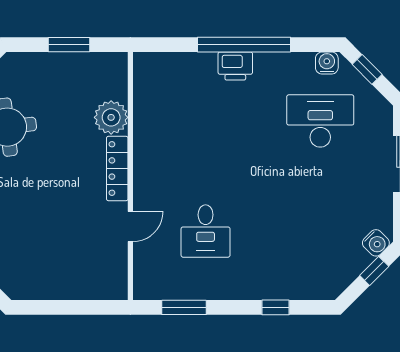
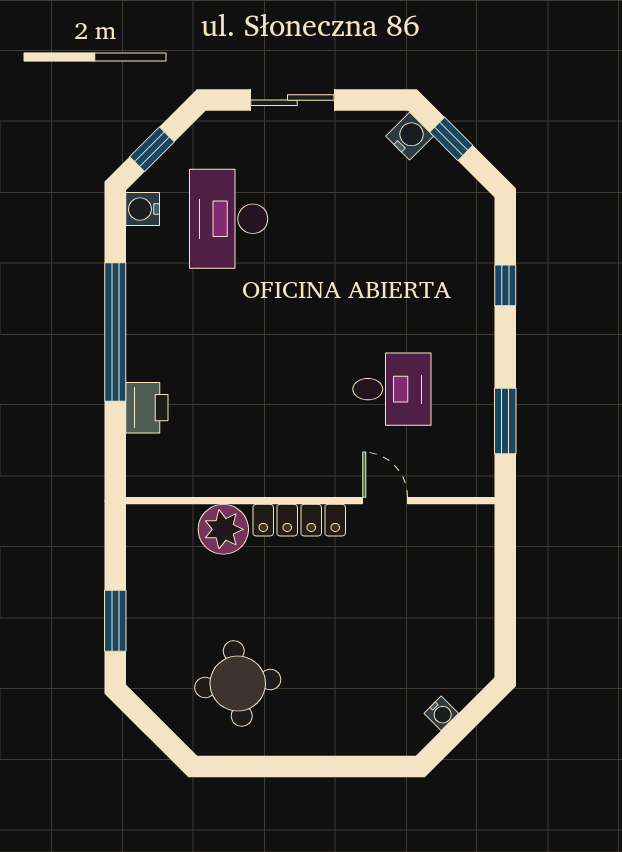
window: (69, 45) -> (115, 621), moved
printer: (235, 66) -> (147, 408), moved

